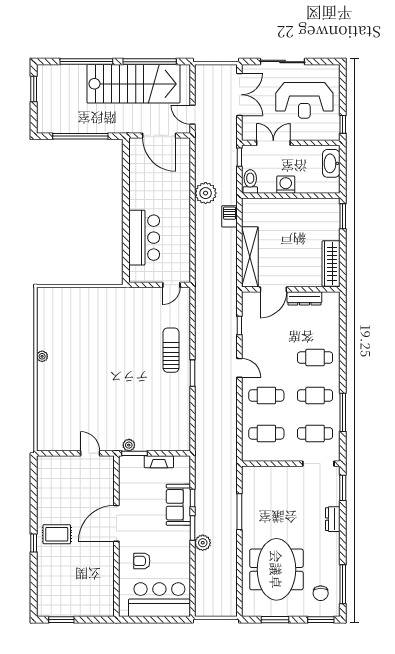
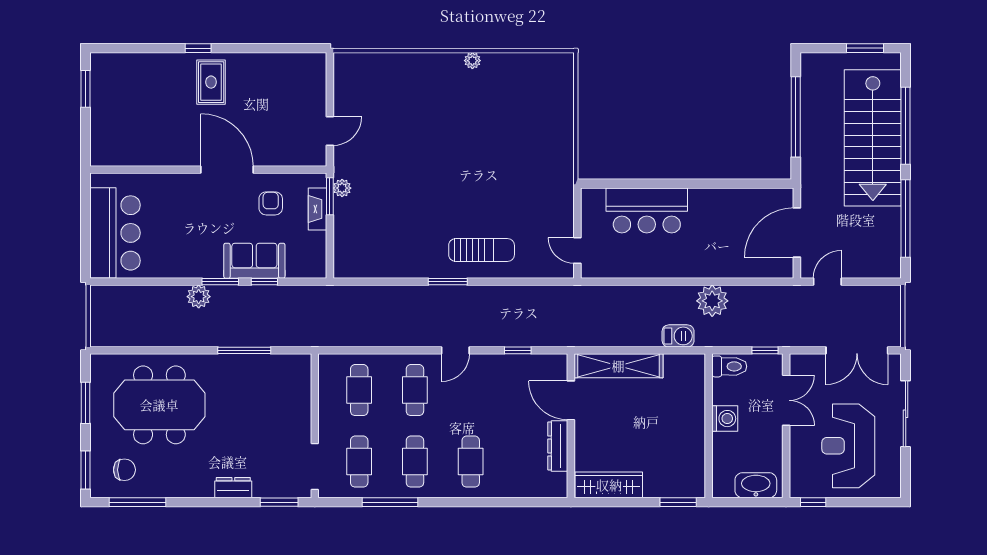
stairs: (133, 84) -> (873, 138), moved
fireplace: (159, 462) -> (318, 209), moved
armchair: (142, 561) -> (271, 203), moved
chair: (321, 593) -> (124, 470), turned 180

